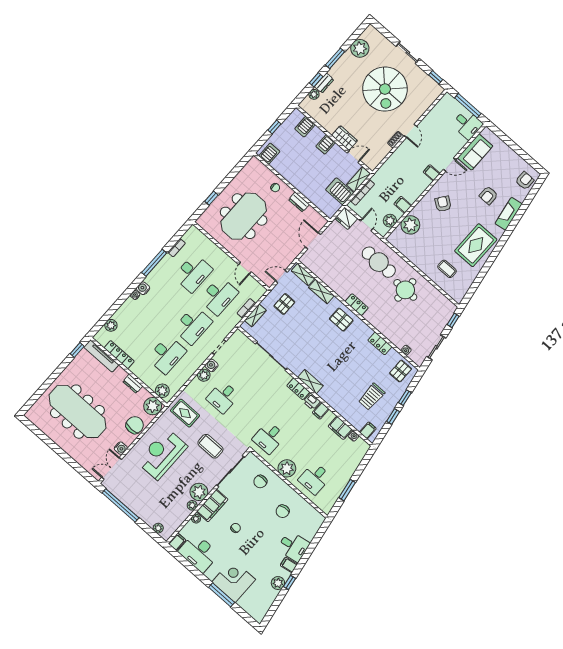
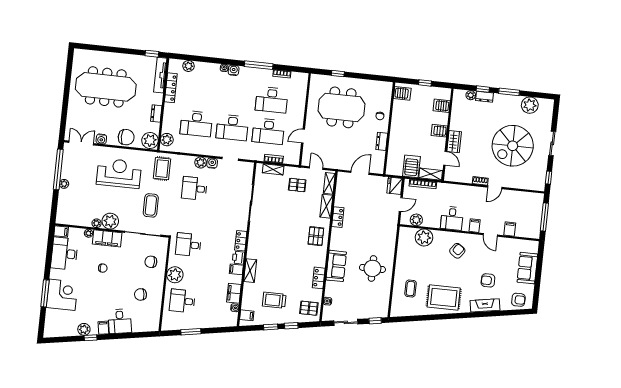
desk: (467, 124) -> (452, 218), moved
sofa: (475, 152) -> (527, 268), moved, turned 90
filing cabinet: (403, 205) -> (510, 229), moved
cafe table: (379, 262) -> (379, 234), removed
locker: (357, 305) -> (338, 217), moved
sofa: (380, 320) -> (336, 266), added
shelving: (310, 382) -> (250, 271), moved
meeting table: (77, 412) -> (106, 87), turned 90
plant: (158, 528) -> (64, 184), moved

